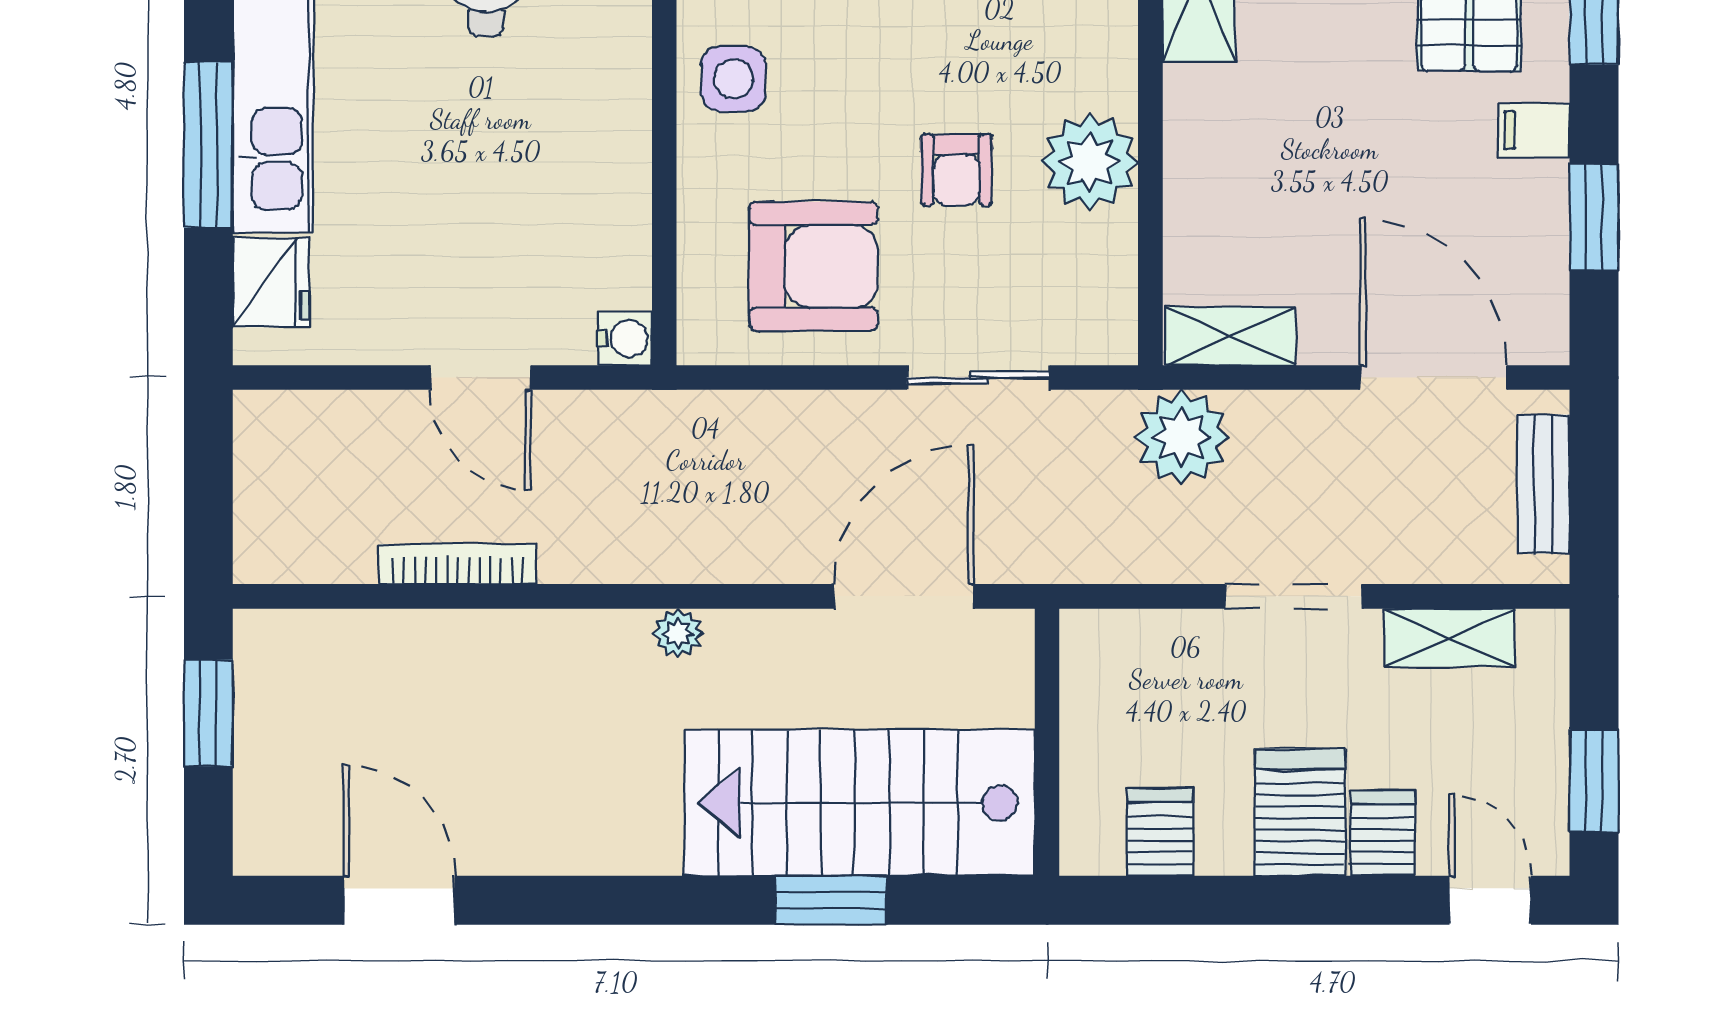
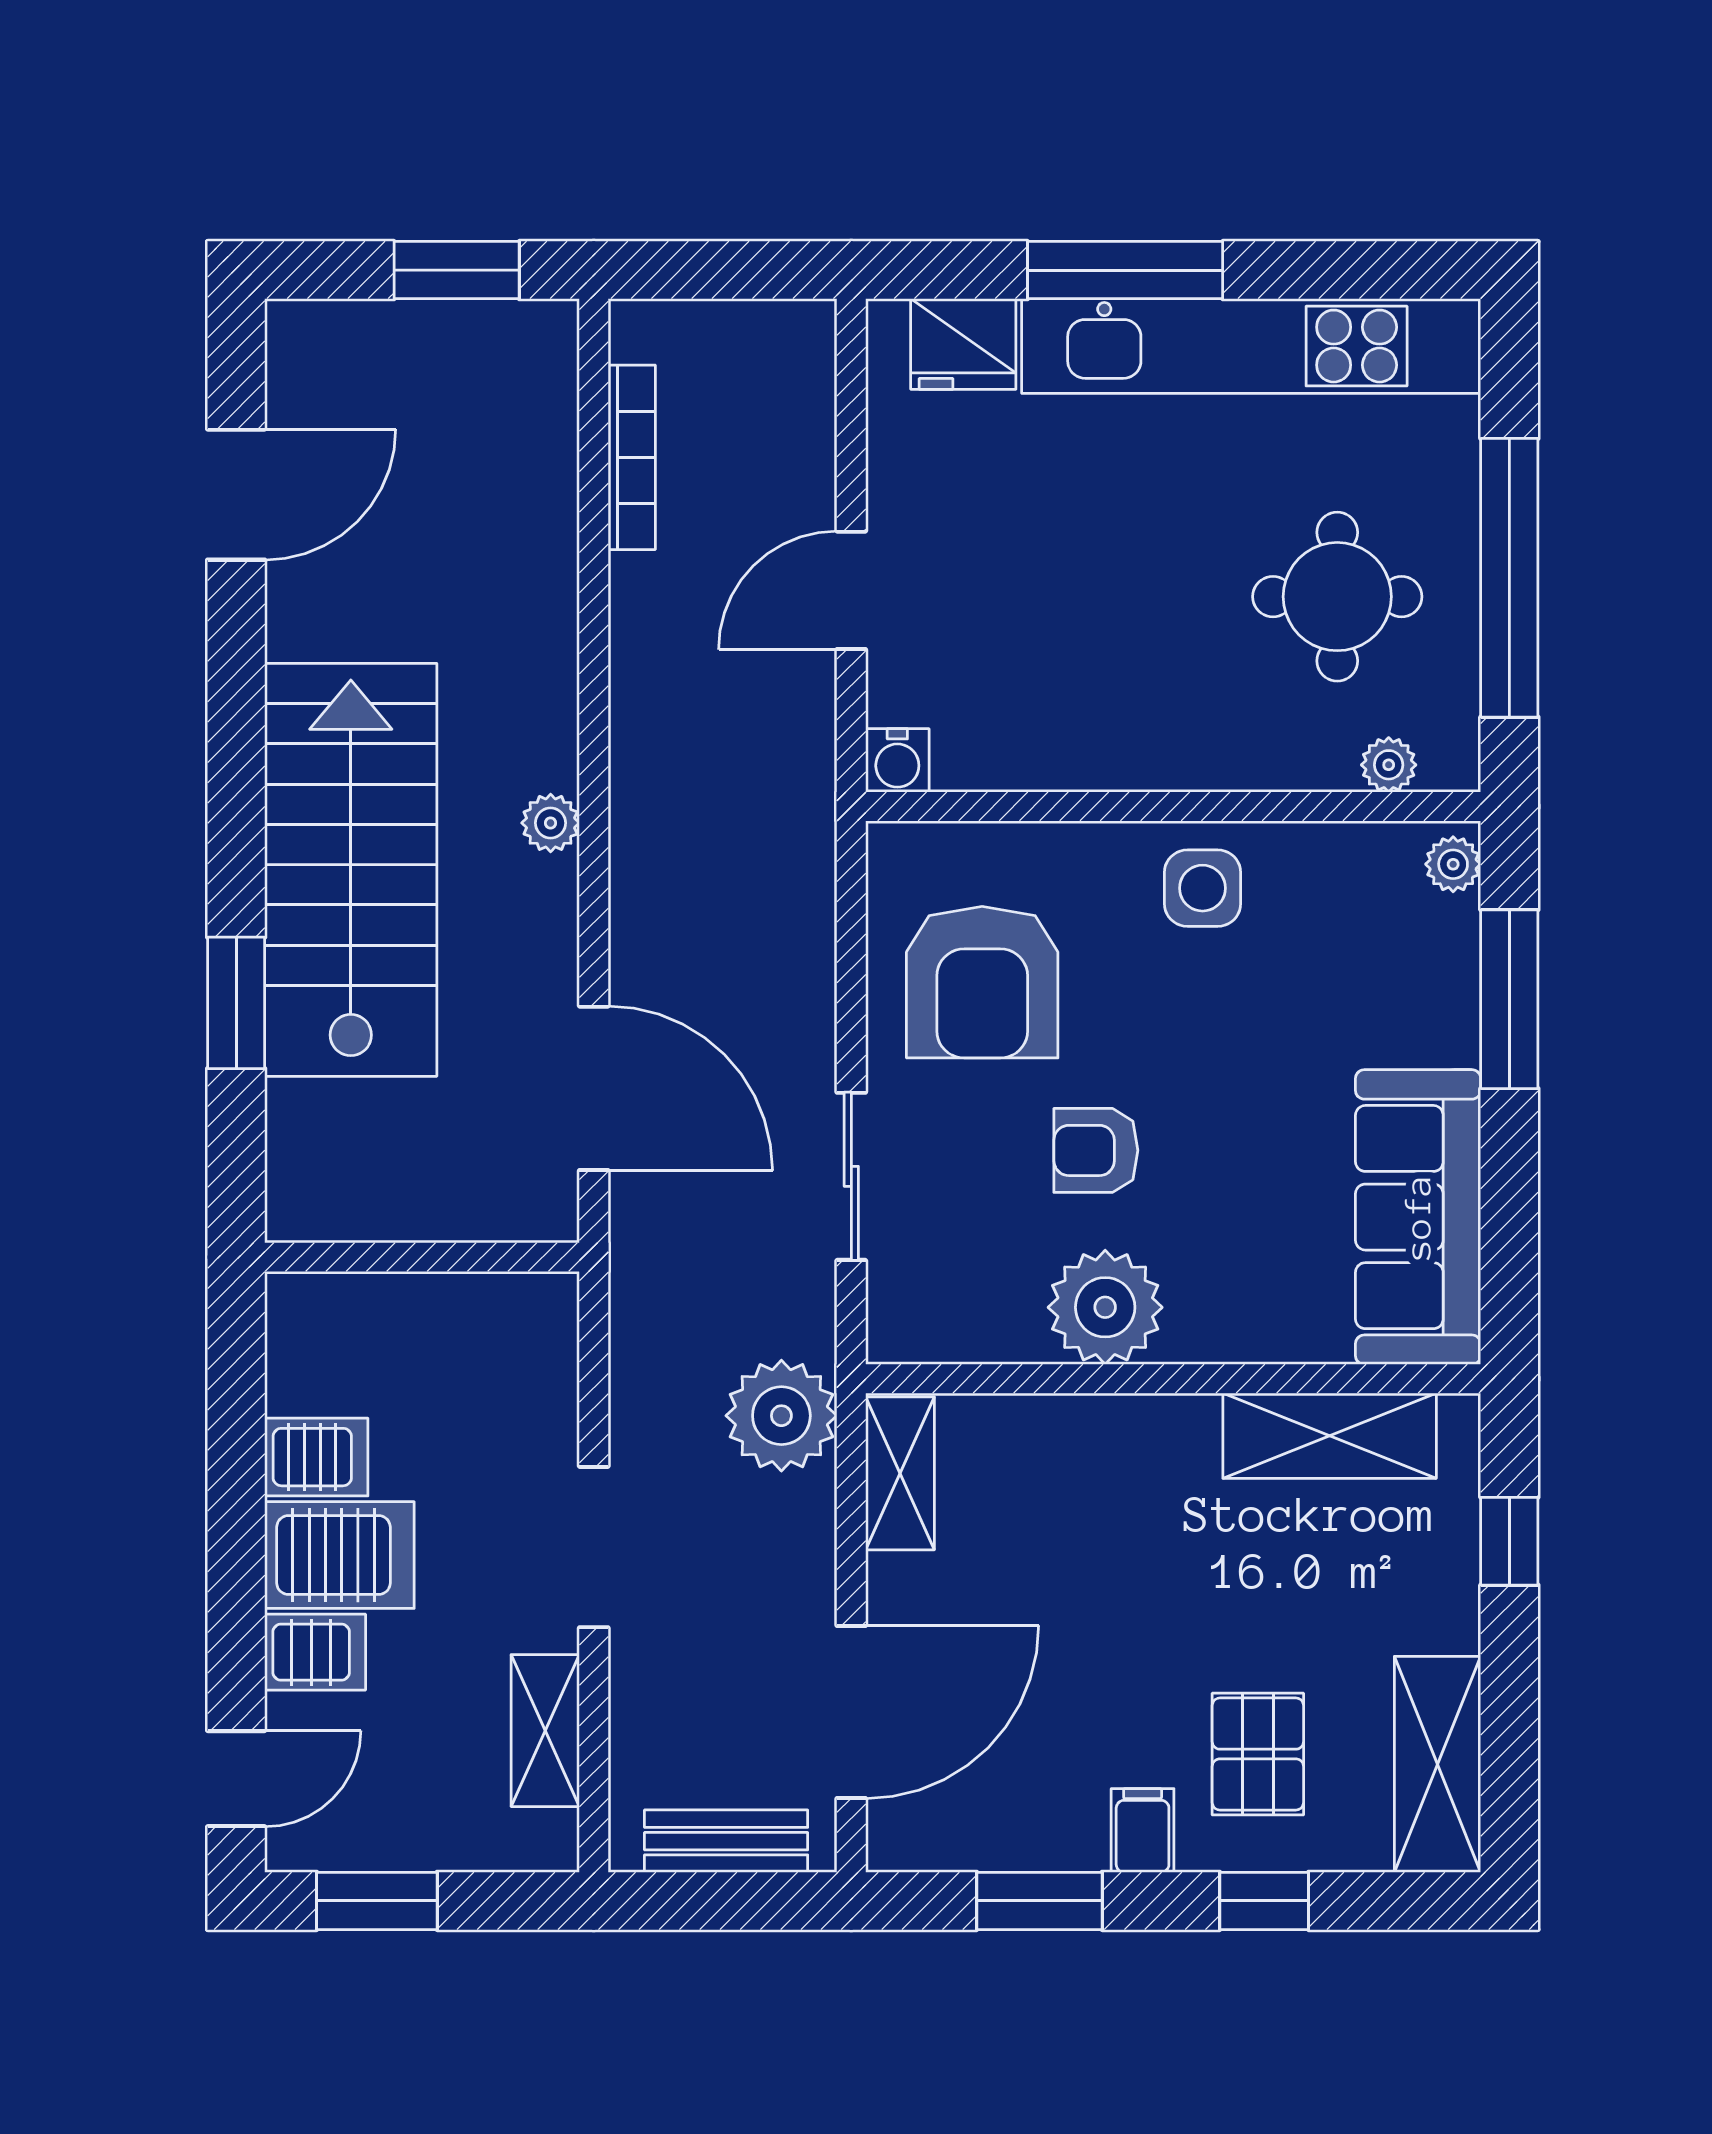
bookcase: (458, 564) -> (632, 457), moved
stairs: (859, 803) -> (351, 870), moved
server rack: (1160, 832) -> (316, 1457), moved

